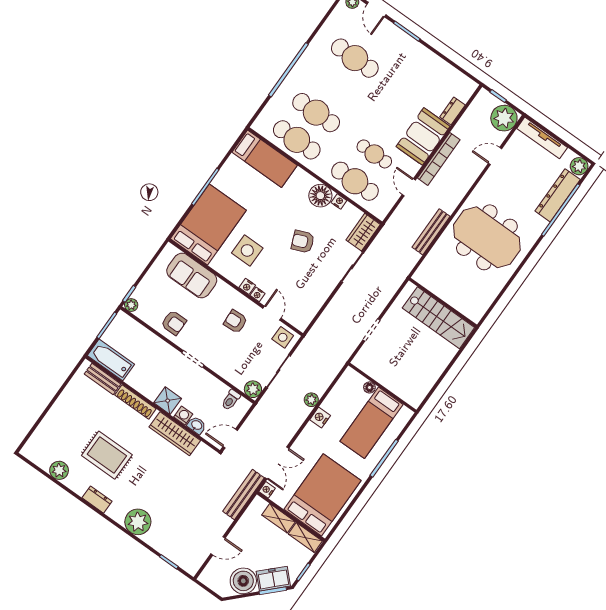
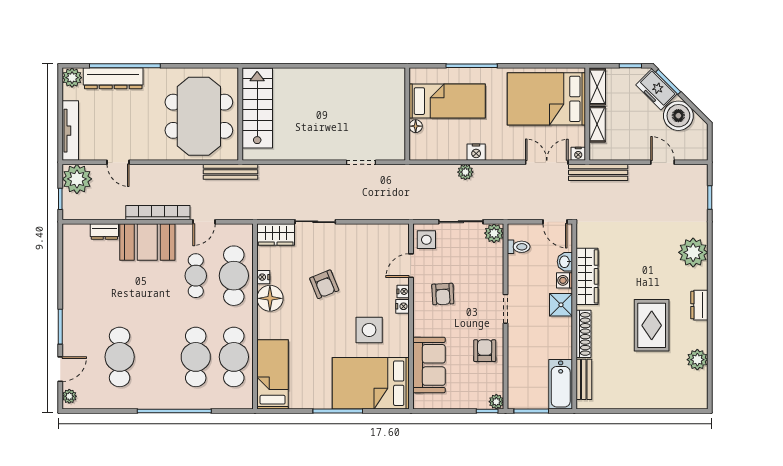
wall: (443, 303) -> (240, 114), moved
stairs: (438, 318) -> (257, 108), moved

